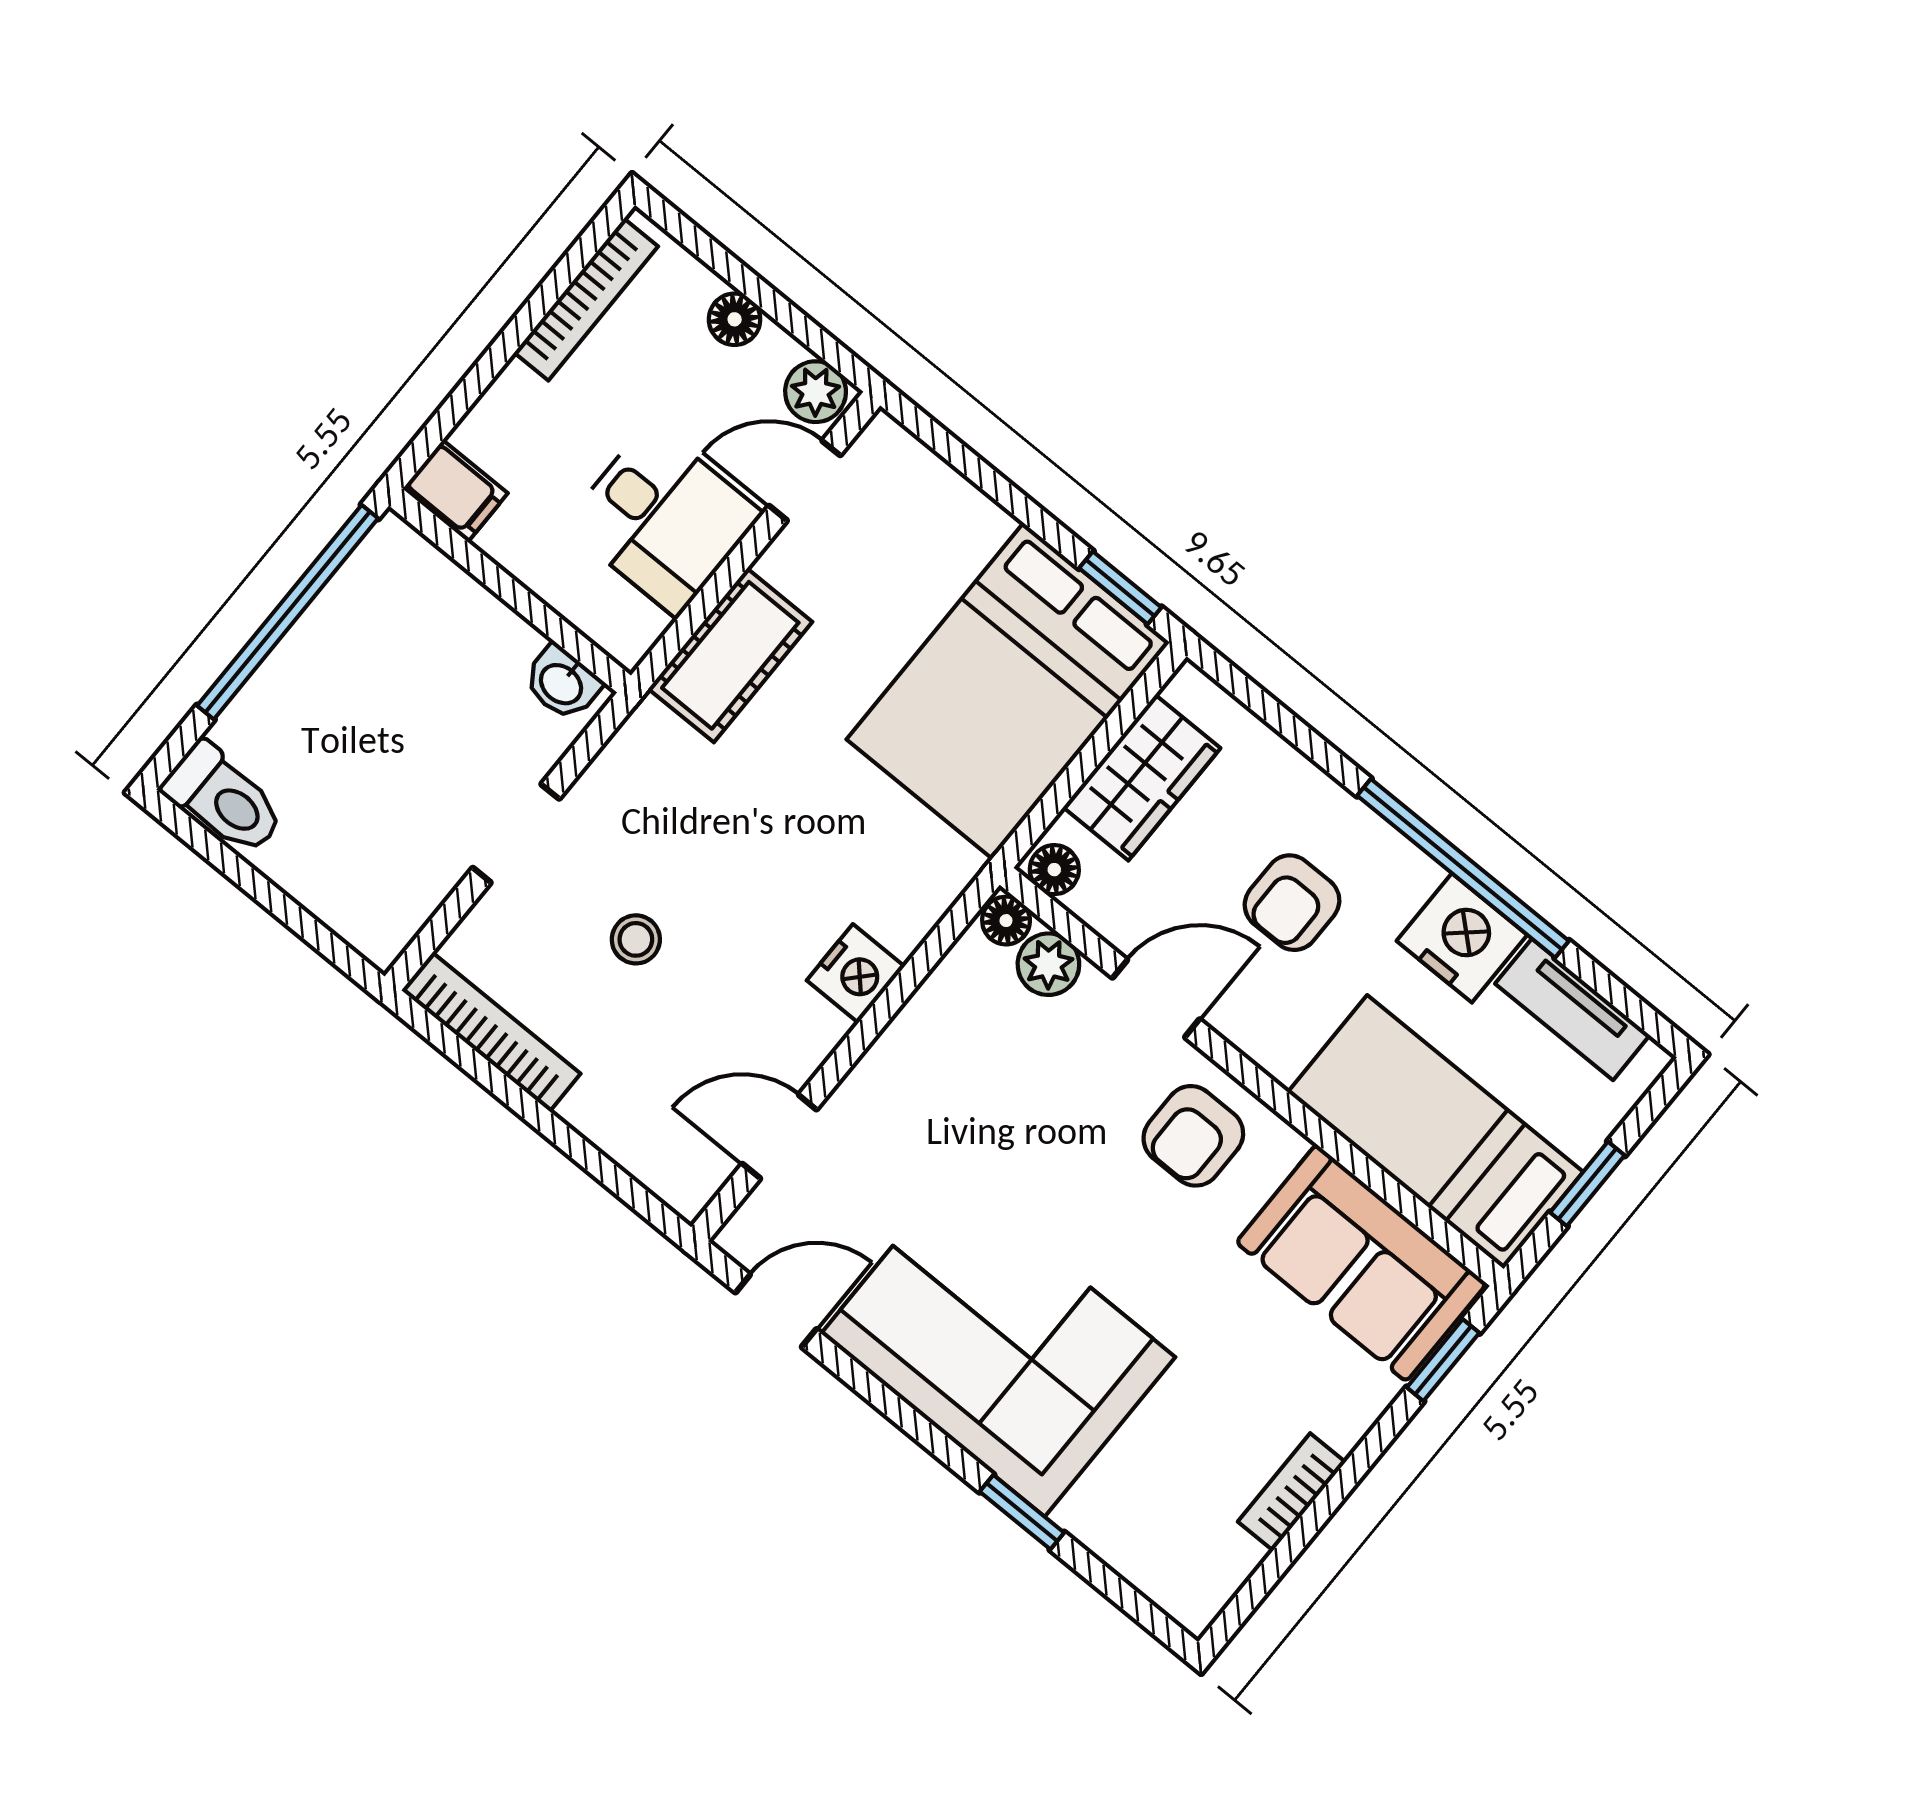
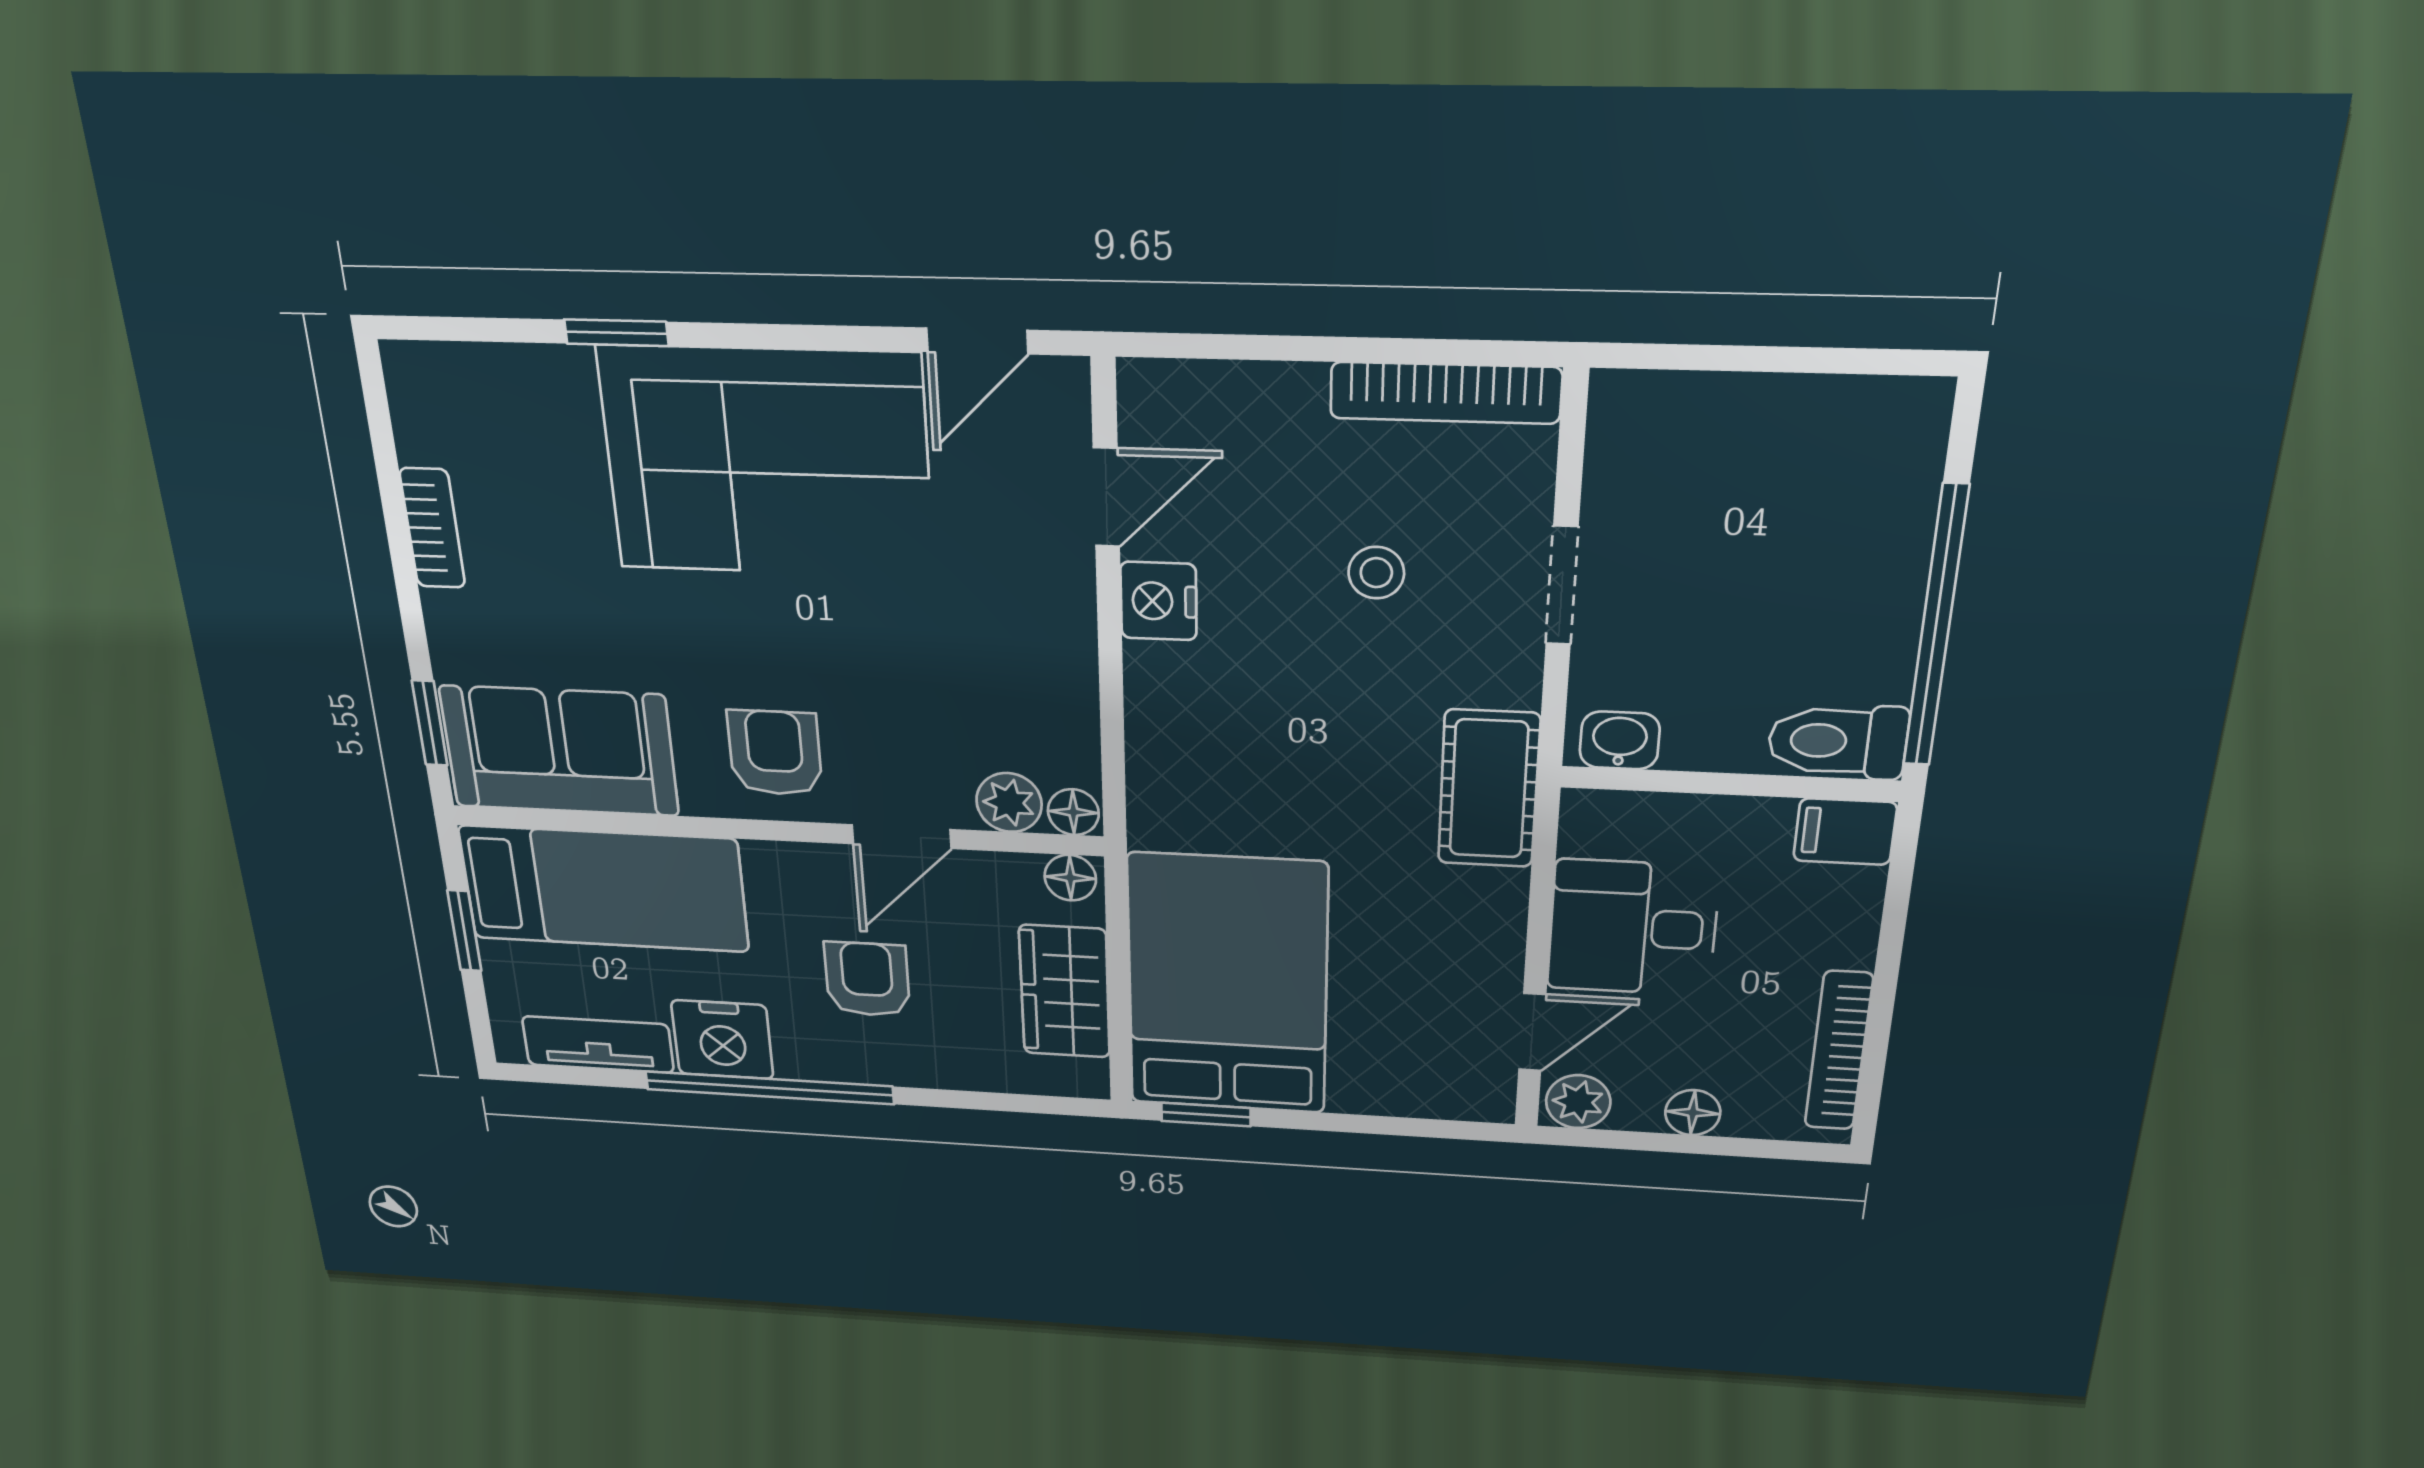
cot: (730, 655) -> (1489, 789), moved
toilet: (224, 799) -> (1838, 741), moved
nightstand: (856, 973) -> (1158, 601), moved

